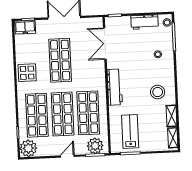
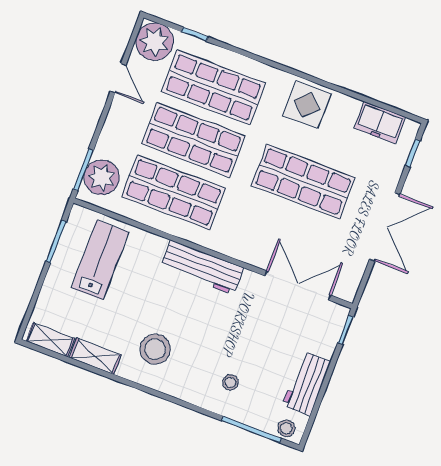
freezer: (25, 27) -> (380, 123), moved, turned -90
lab bench: (130, 131) -> (100, 260), turned -90
door: (67, 156) -> (118, 78), moved

